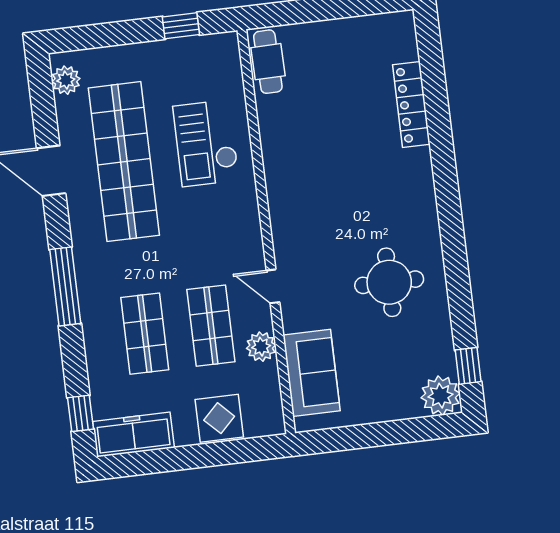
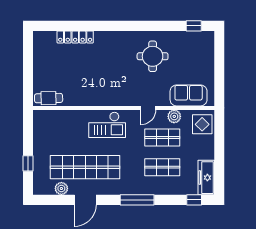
window: (181, 26) -> (28, 163), moved
plant: (66, 80) -> (61, 188), moved
checkout: (206, 143) -> (107, 125), moved
plant: (441, 396) -> (206, 40), removed
display table: (219, 418) -> (202, 124), moved

